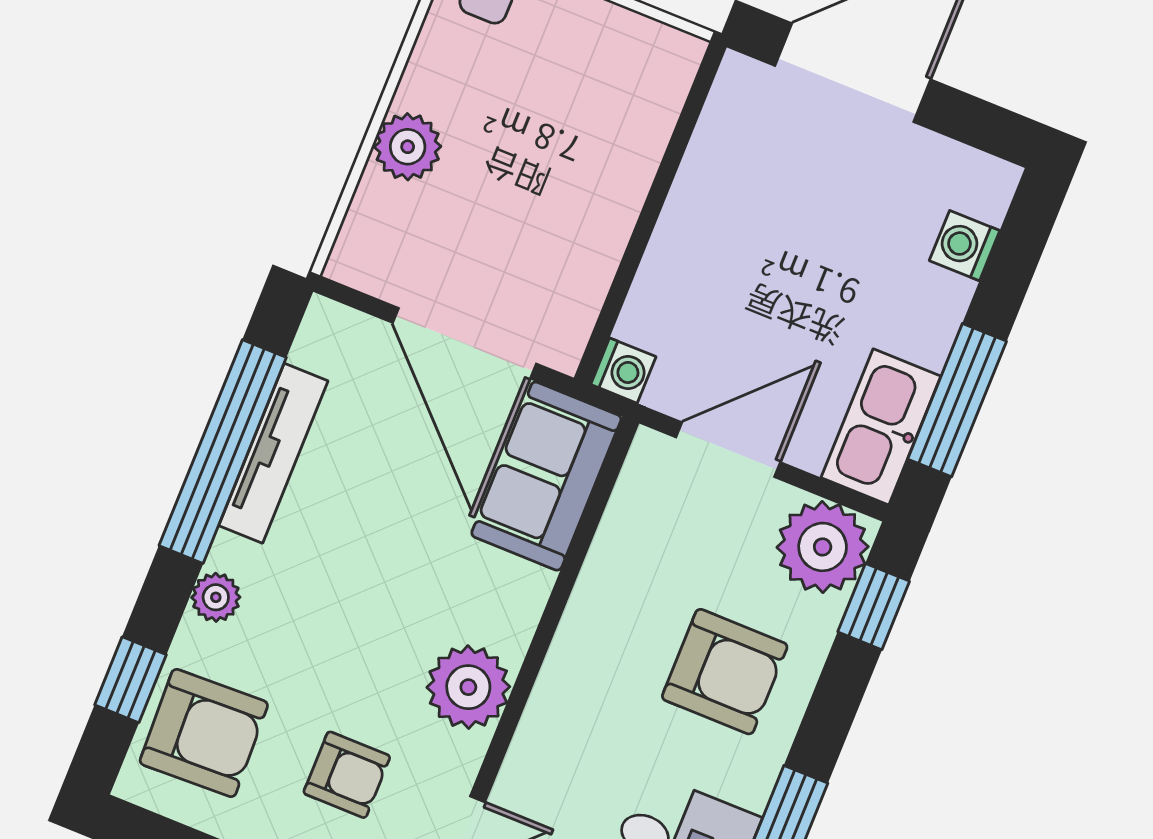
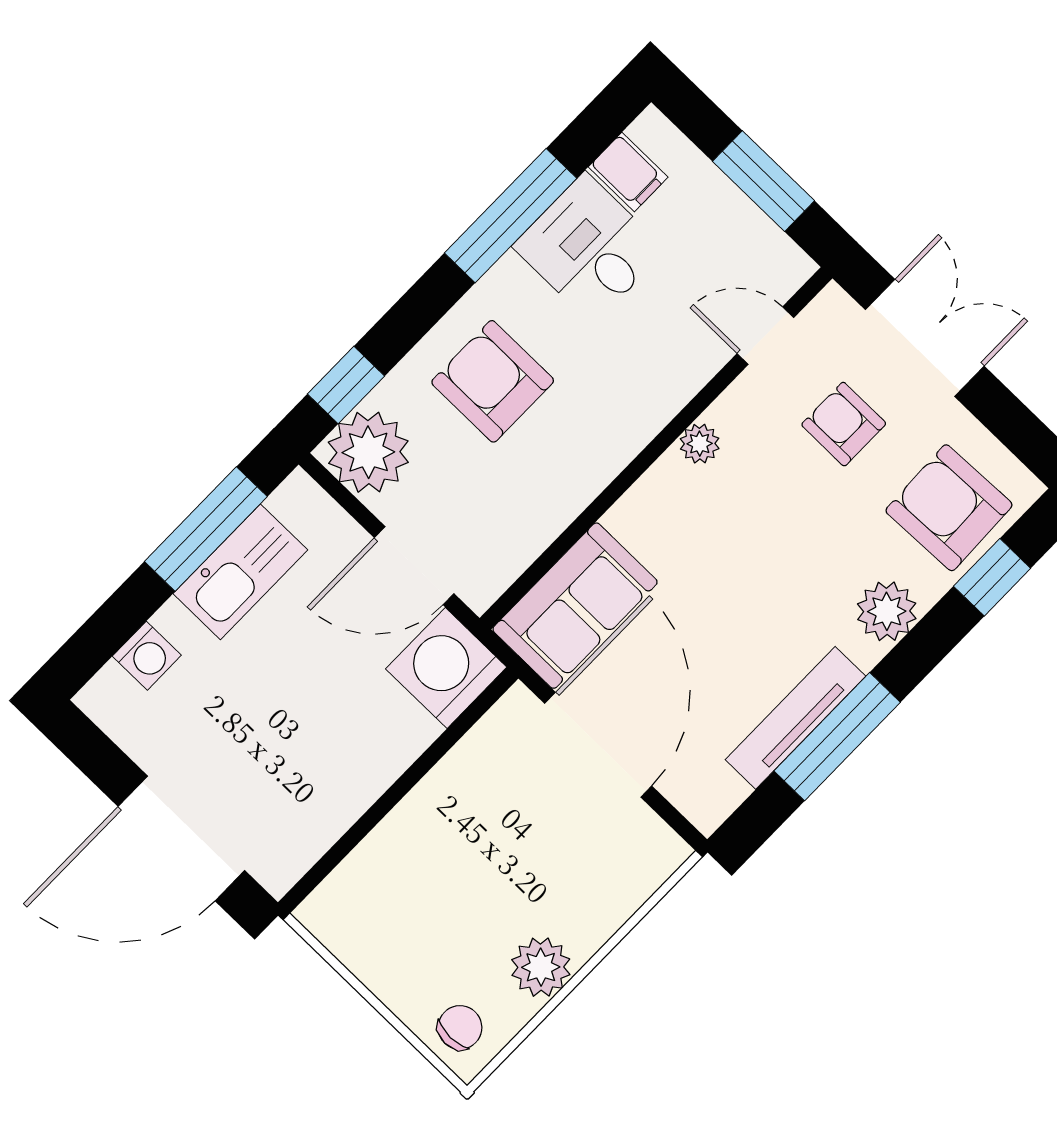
plant: (408, 147) -> (541, 967), moved
washing machine: (623, 371) -> (446, 668), width x1.89, depth x1.89
kitchen sink: (881, 427) -> (240, 572), moved
window: (223, 452) -> (837, 737), width x0.68
plant: (216, 597) -> (887, 611), width x1.38, depth x1.38
plant: (468, 687) -> (700, 444), width x0.53, depth x0.53

